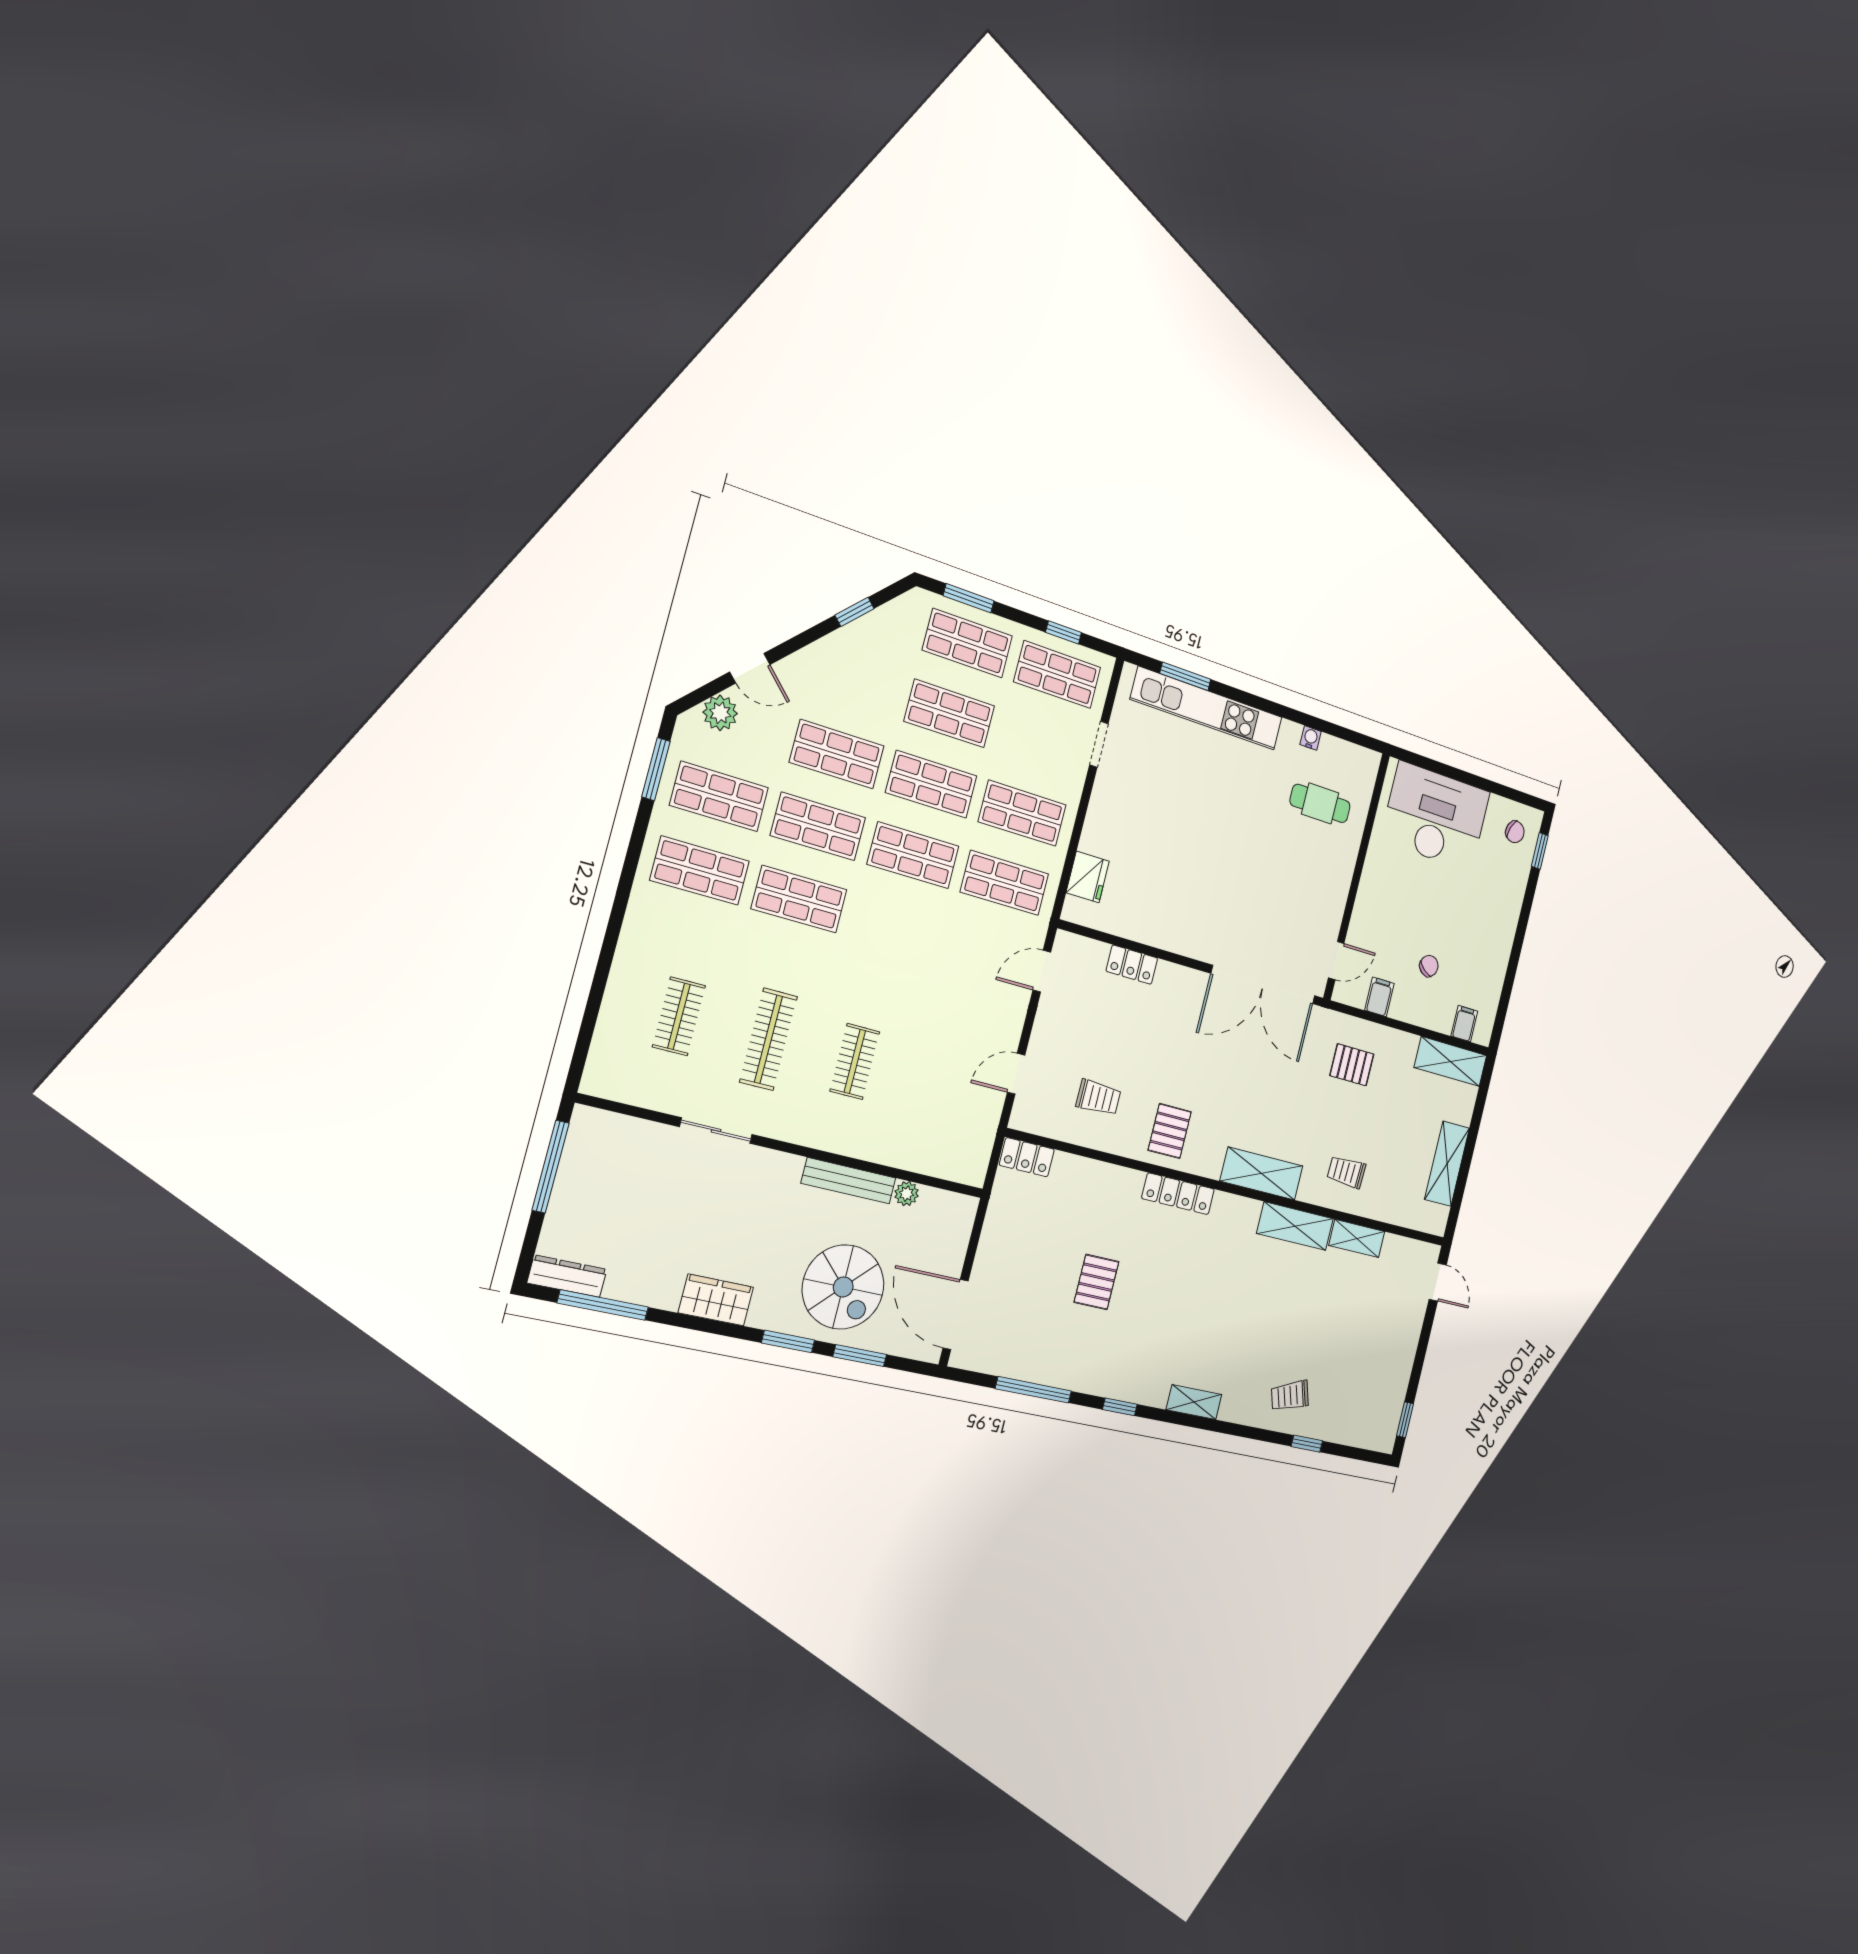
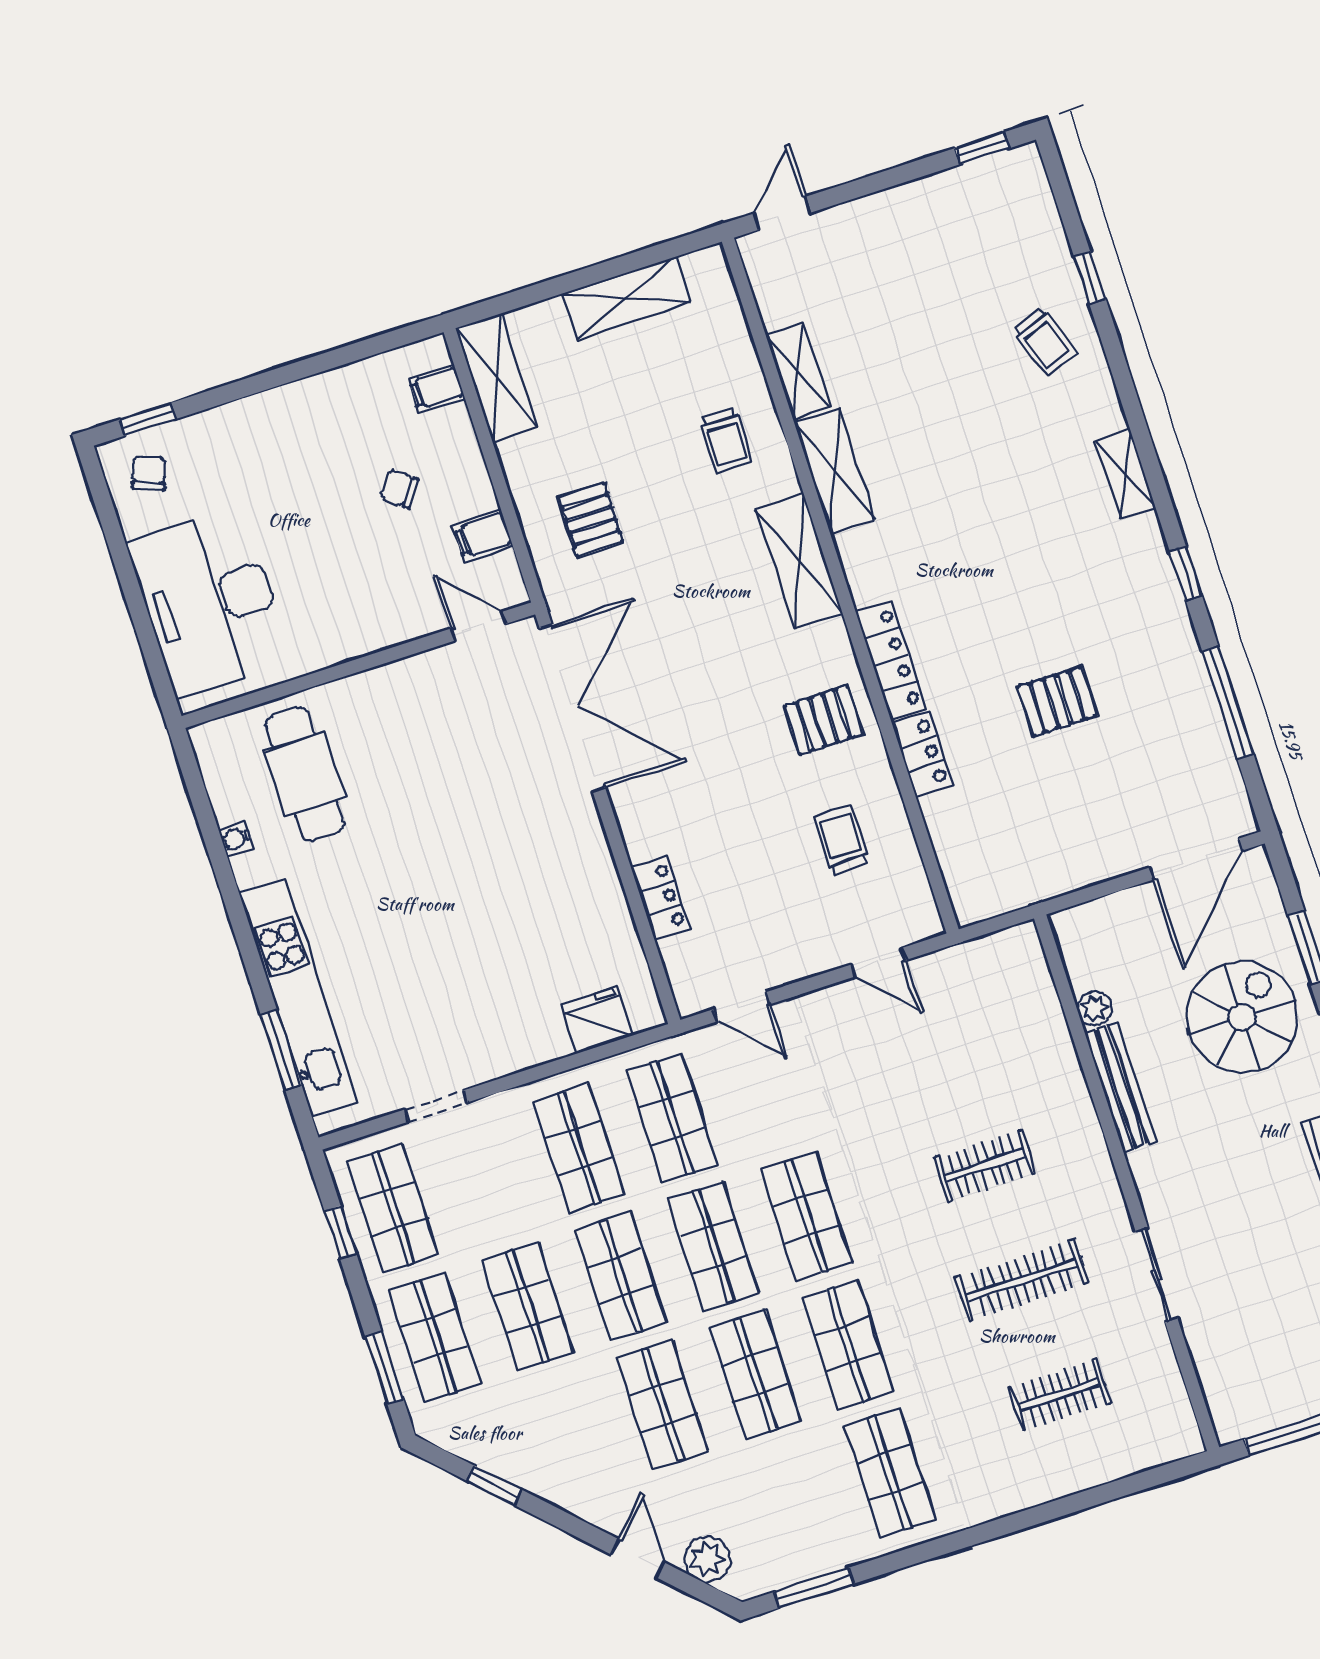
shop shelf: (719, 796) -> (806, 1216), moved
cafe table: (1320, 803) -> (305, 774), width x1.37, depth x1.35
locker: (1027, 1157) -> (922, 754), moved

